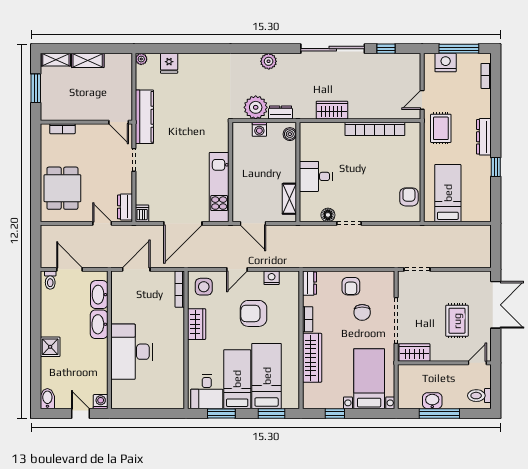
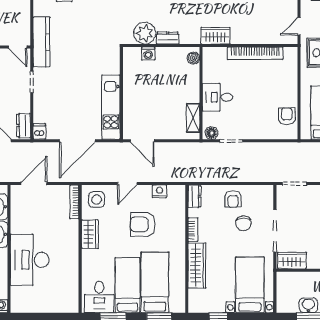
boiler: (290, 134) -> (193, 58), moved
wall: (298, 172) -> (201, 93), moved
desk: (316, 176) -> (217, 97), moved
shelving: (289, 199) -> (193, 118), moved

